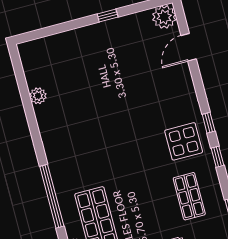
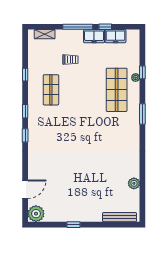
bench: (46, 43) -> (120, 217), added
display table: (184, 141) -> (45, 127), removed
window: (52, 196) -> (142, 114), width x0.47

